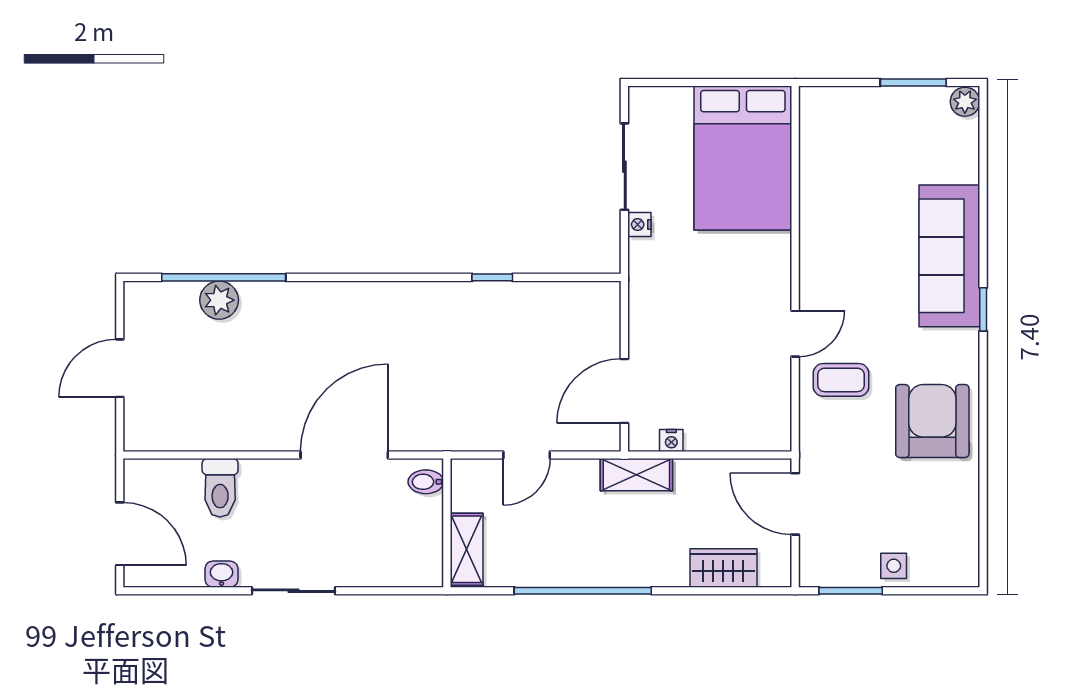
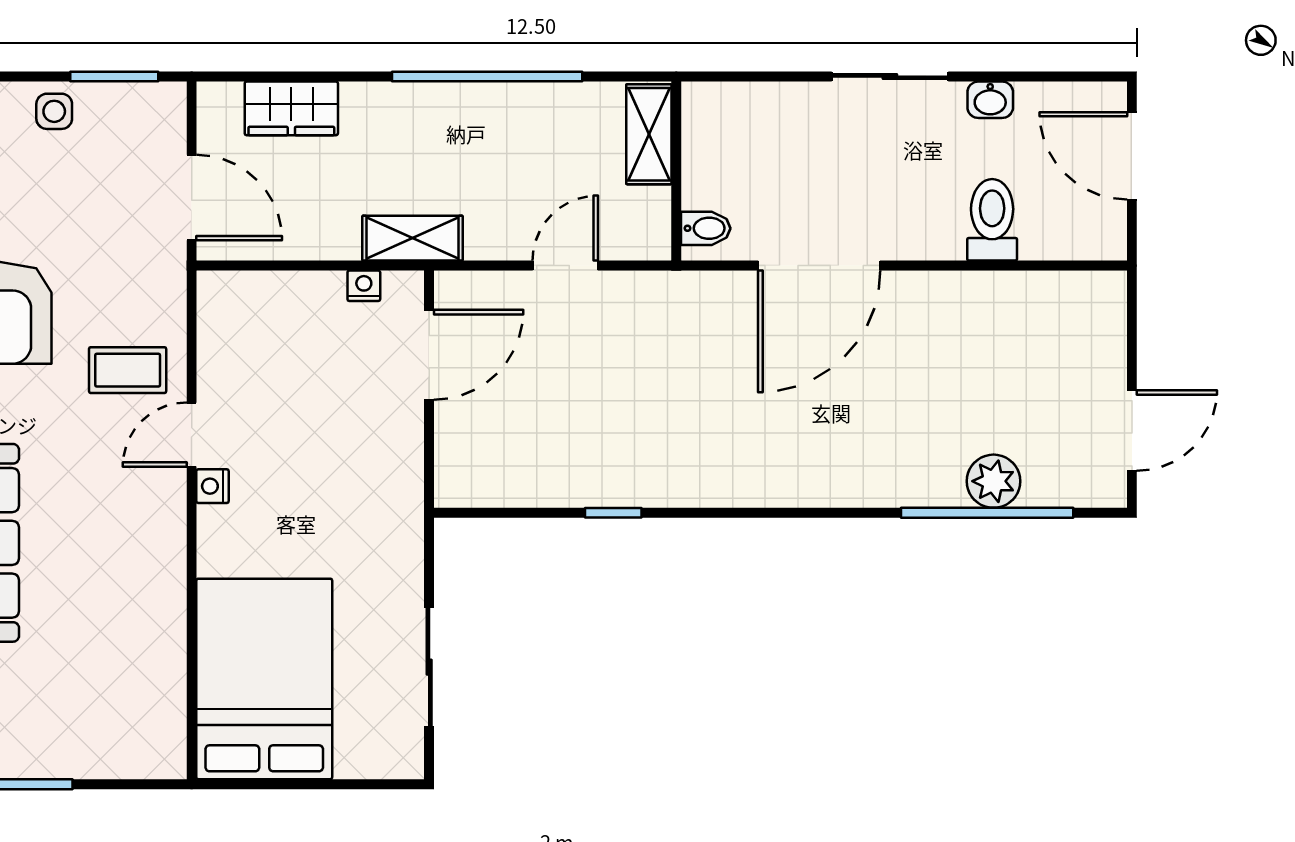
nightstand: (639, 225) -> (212, 486), moved, turned 180
door: (120, 368) -> (1132, 430), moved

